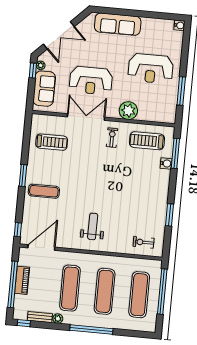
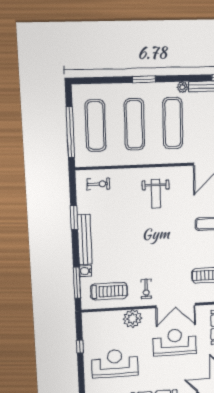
window: (181, 91) -> (80, 346), width x0.46
bench: (163, 193) -> (85, 240), added
window: (91, 330) -> (144, 79), width x0.47

